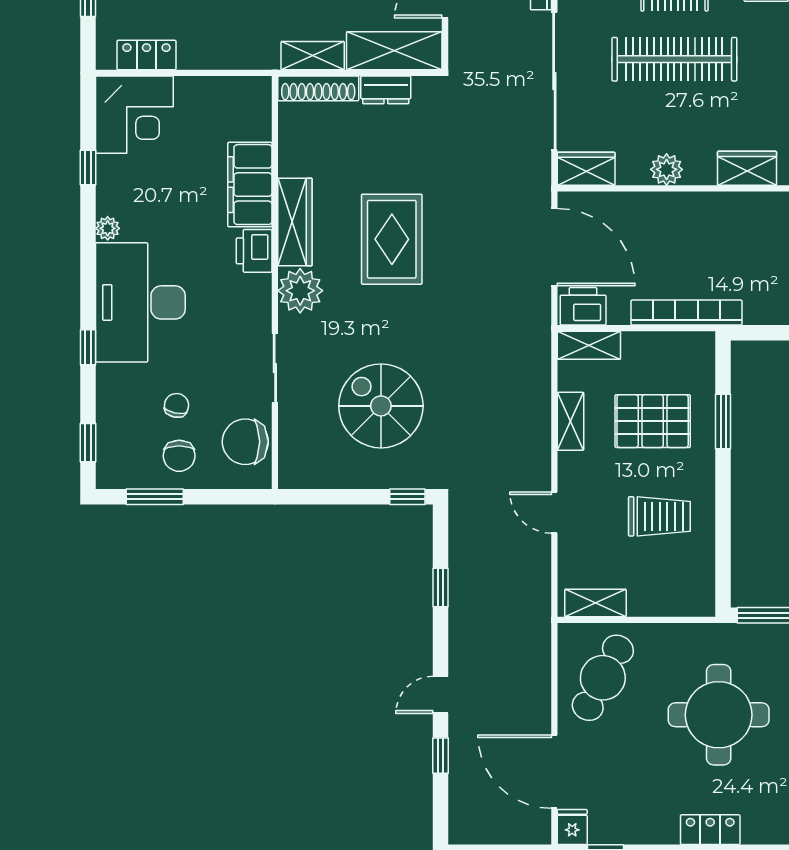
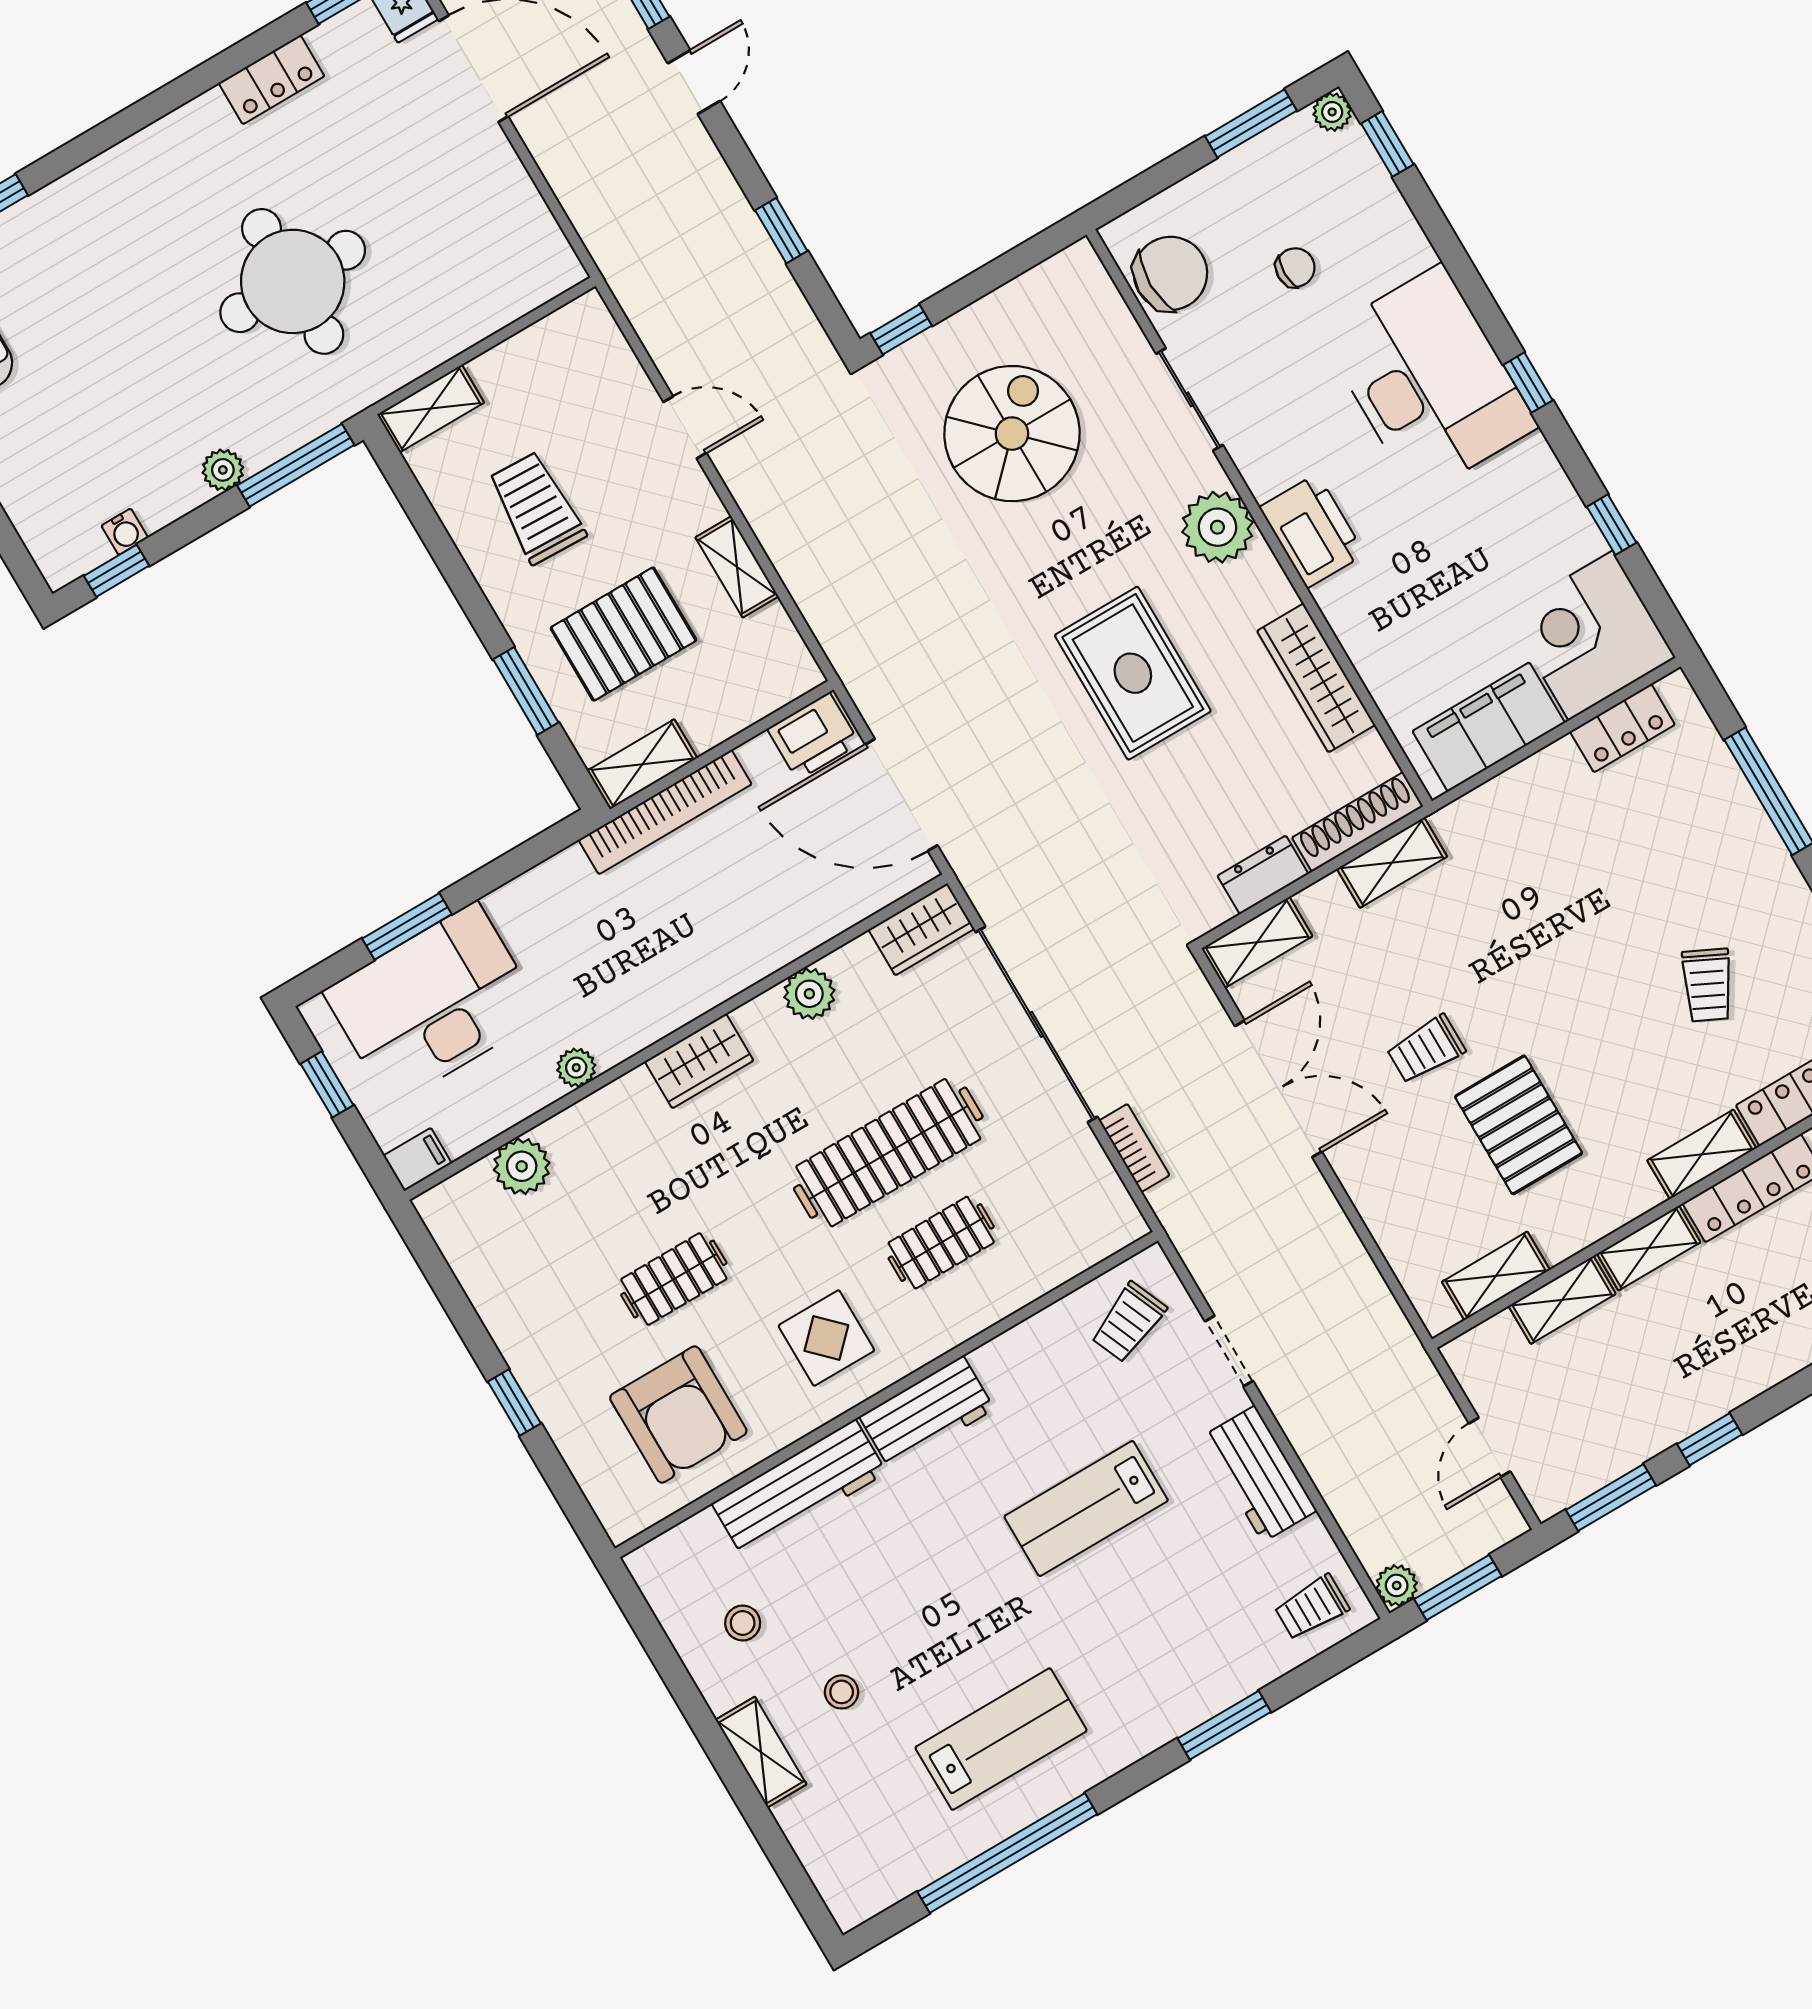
shelving: (394, 51) -> (1257, 942), width x0.67, depth x0.75
filing cabinet: (250, 185) -> (1489, 727), moved, turned -90
wardrobe: (295, 222) -> (1316, 678), moved
plant: (108, 228) -> (1332, 112), moved
printer: (254, 251) -> (1312, 531), width x1.37, depth x1.19
shelving: (589, 345) -> (642, 764), moved
window: (88, 347) -> (1528, 383), moved
chair: (176, 405) -> (1295, 268), turned -102
spiral stairs: (381, 406) -> (1012, 434), turned -90
chair: (179, 456) -> (1251, 200), removed
trolley: (659, 516) -> (537, 508), turned 92
shelving: (595, 603) -> (431, 409), moved
cafe table: (603, 678) -> (483, 238), removed
locker: (710, 830) -> (272, 80), moved

